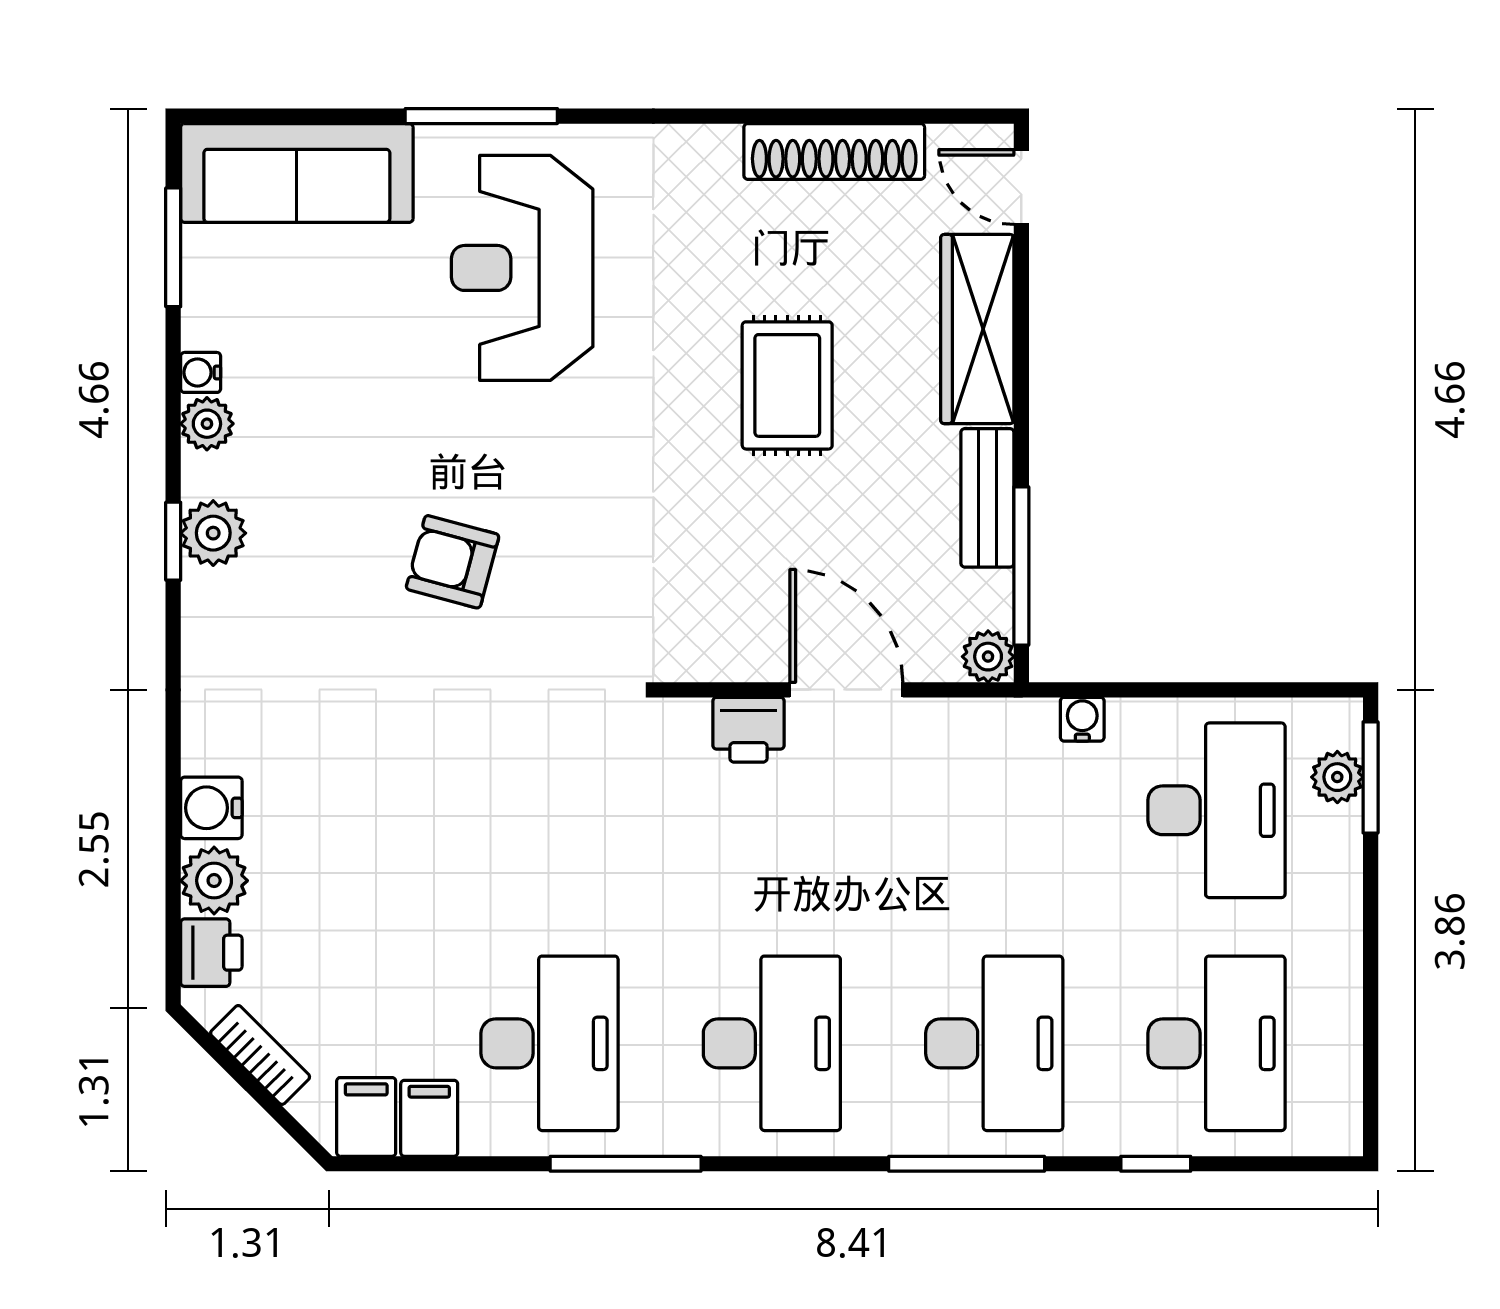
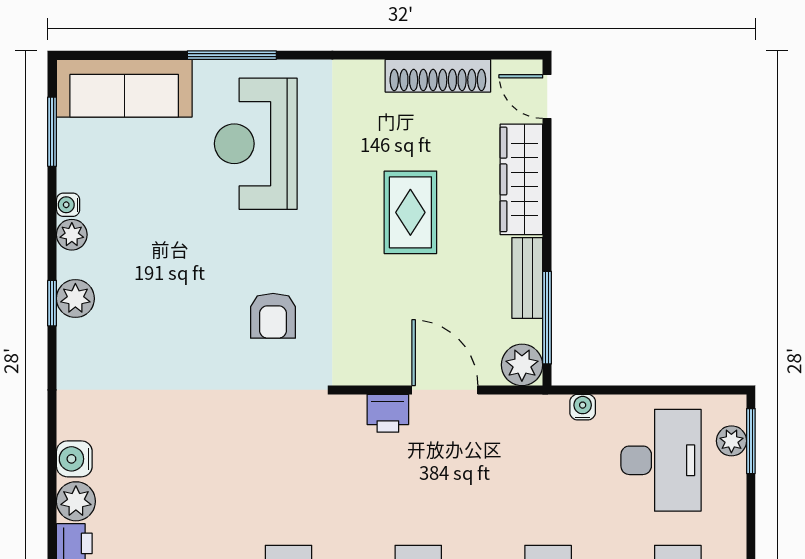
armchair: (453, 562) -> (273, 316), moved, turned -105
plant: (988, 657) -> (522, 365), width x1.38, depth x1.38

